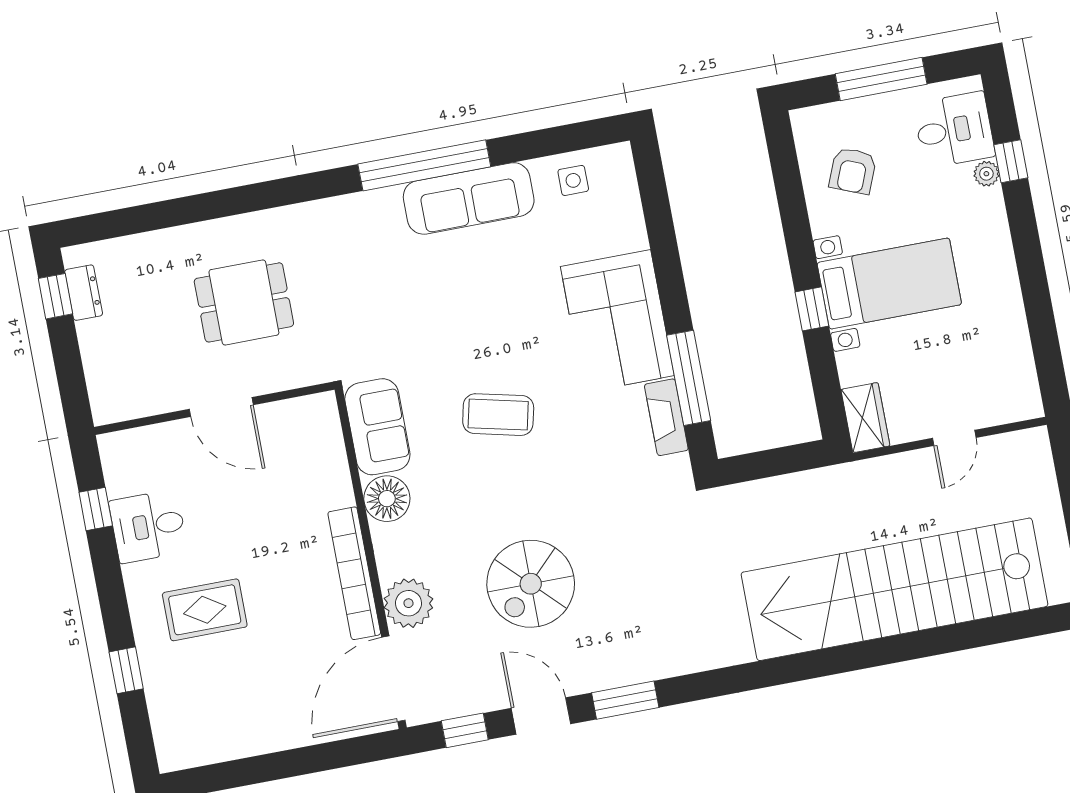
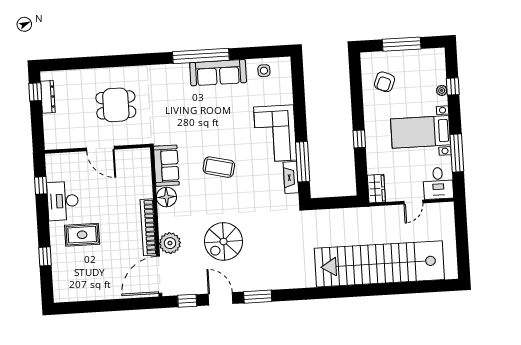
desk: (954, 130) -> (438, 183), moved, turned 90
bed with nightstands: (889, 284) -> (420, 132), moved, turned 180
dresser: (84, 293) -> (48, 97), width x1.44
window: (1039, 313) -> (457, 153), added
desk: (148, 526) -> (63, 201), width x1.37

